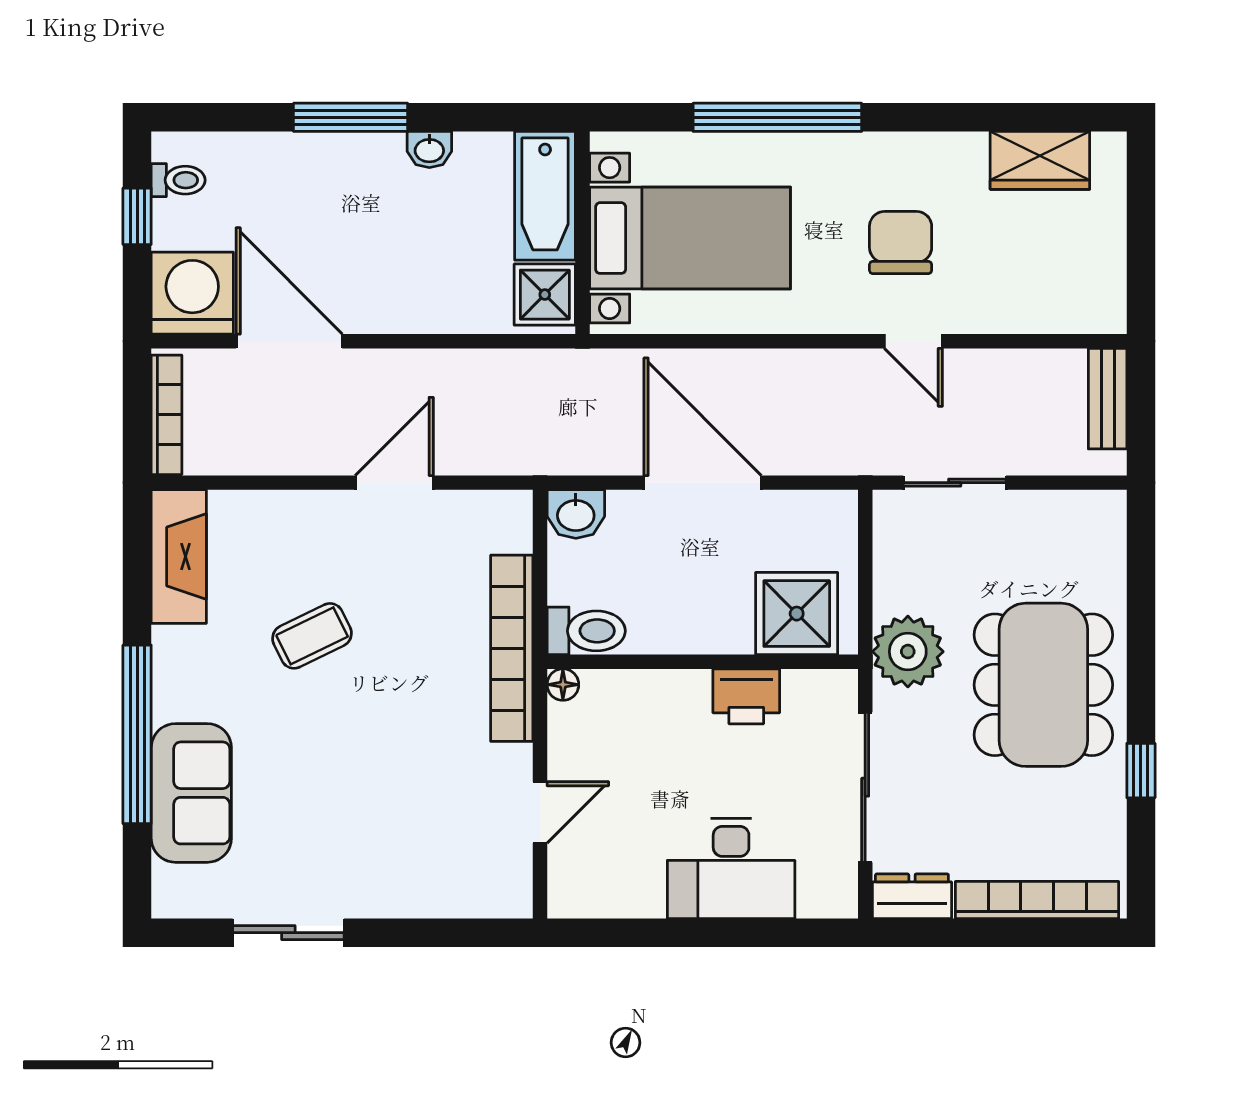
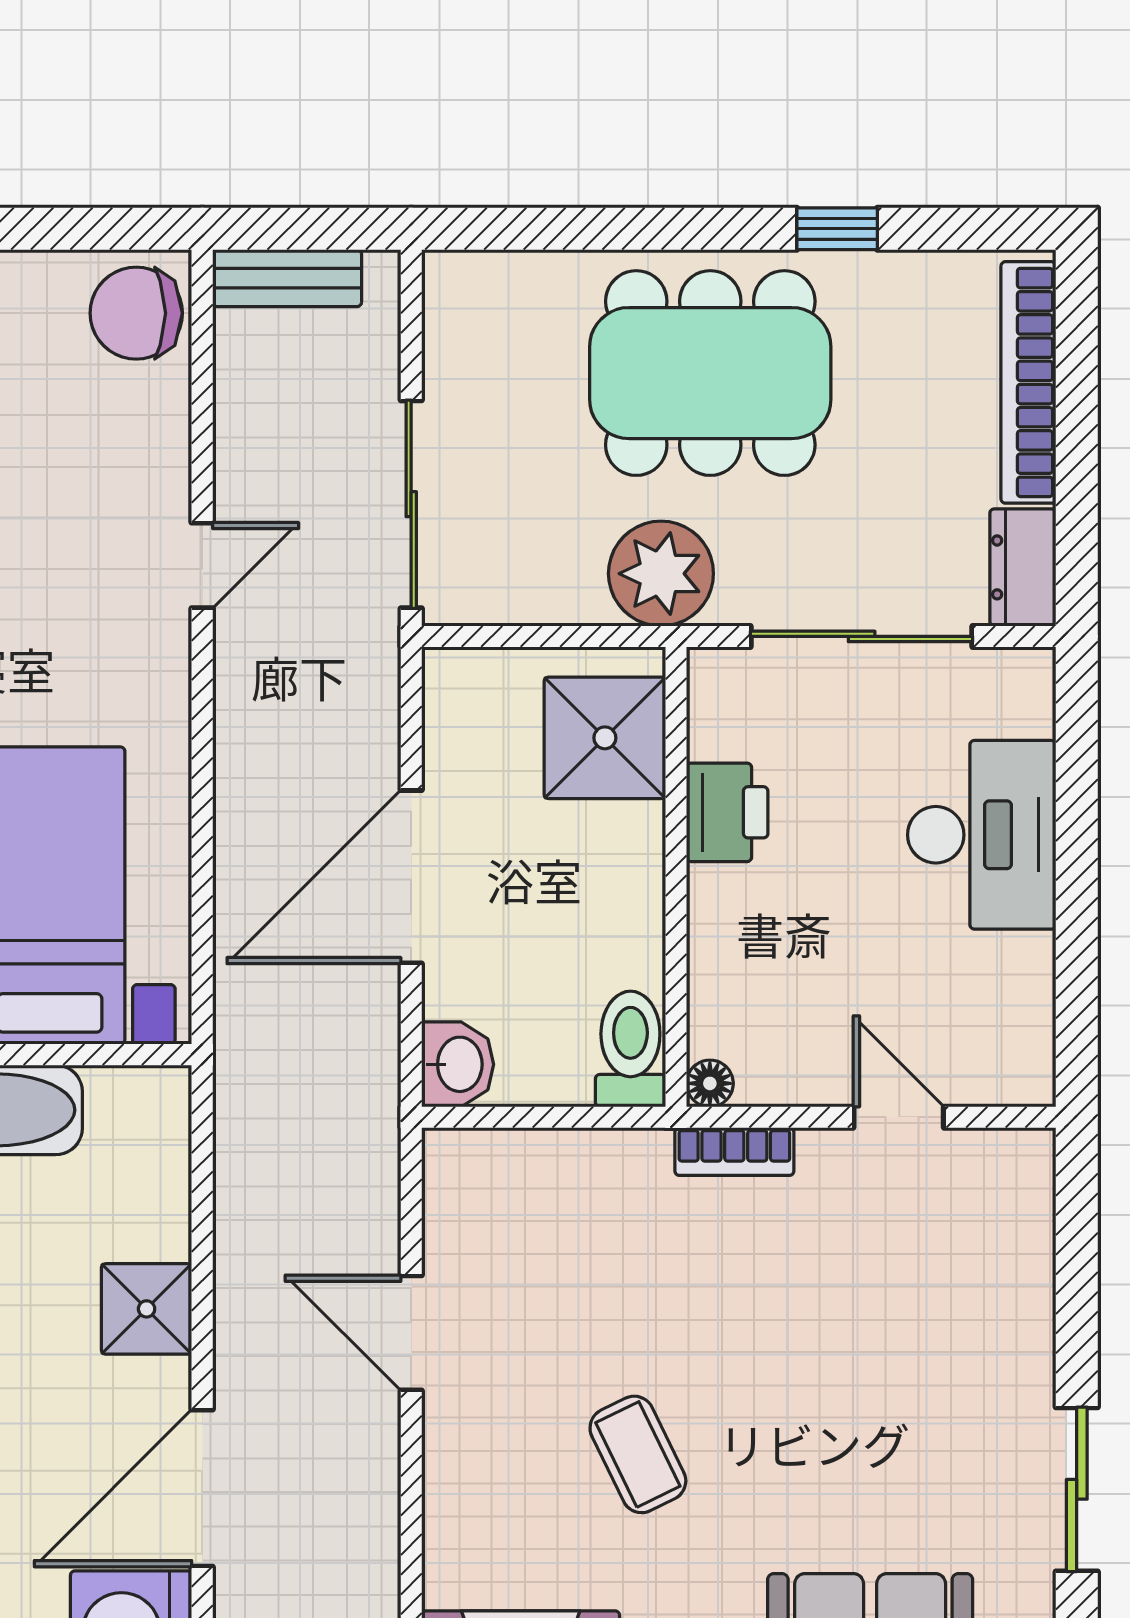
chair: (901, 243) -> (136, 313), moved
shower: (545, 295) -> (147, 1309), moved
sliding door: (955, 483) -> (411, 504), width x1.37
bookcase: (512, 648) -> (734, 1152), width x0.43, depth x0.76

